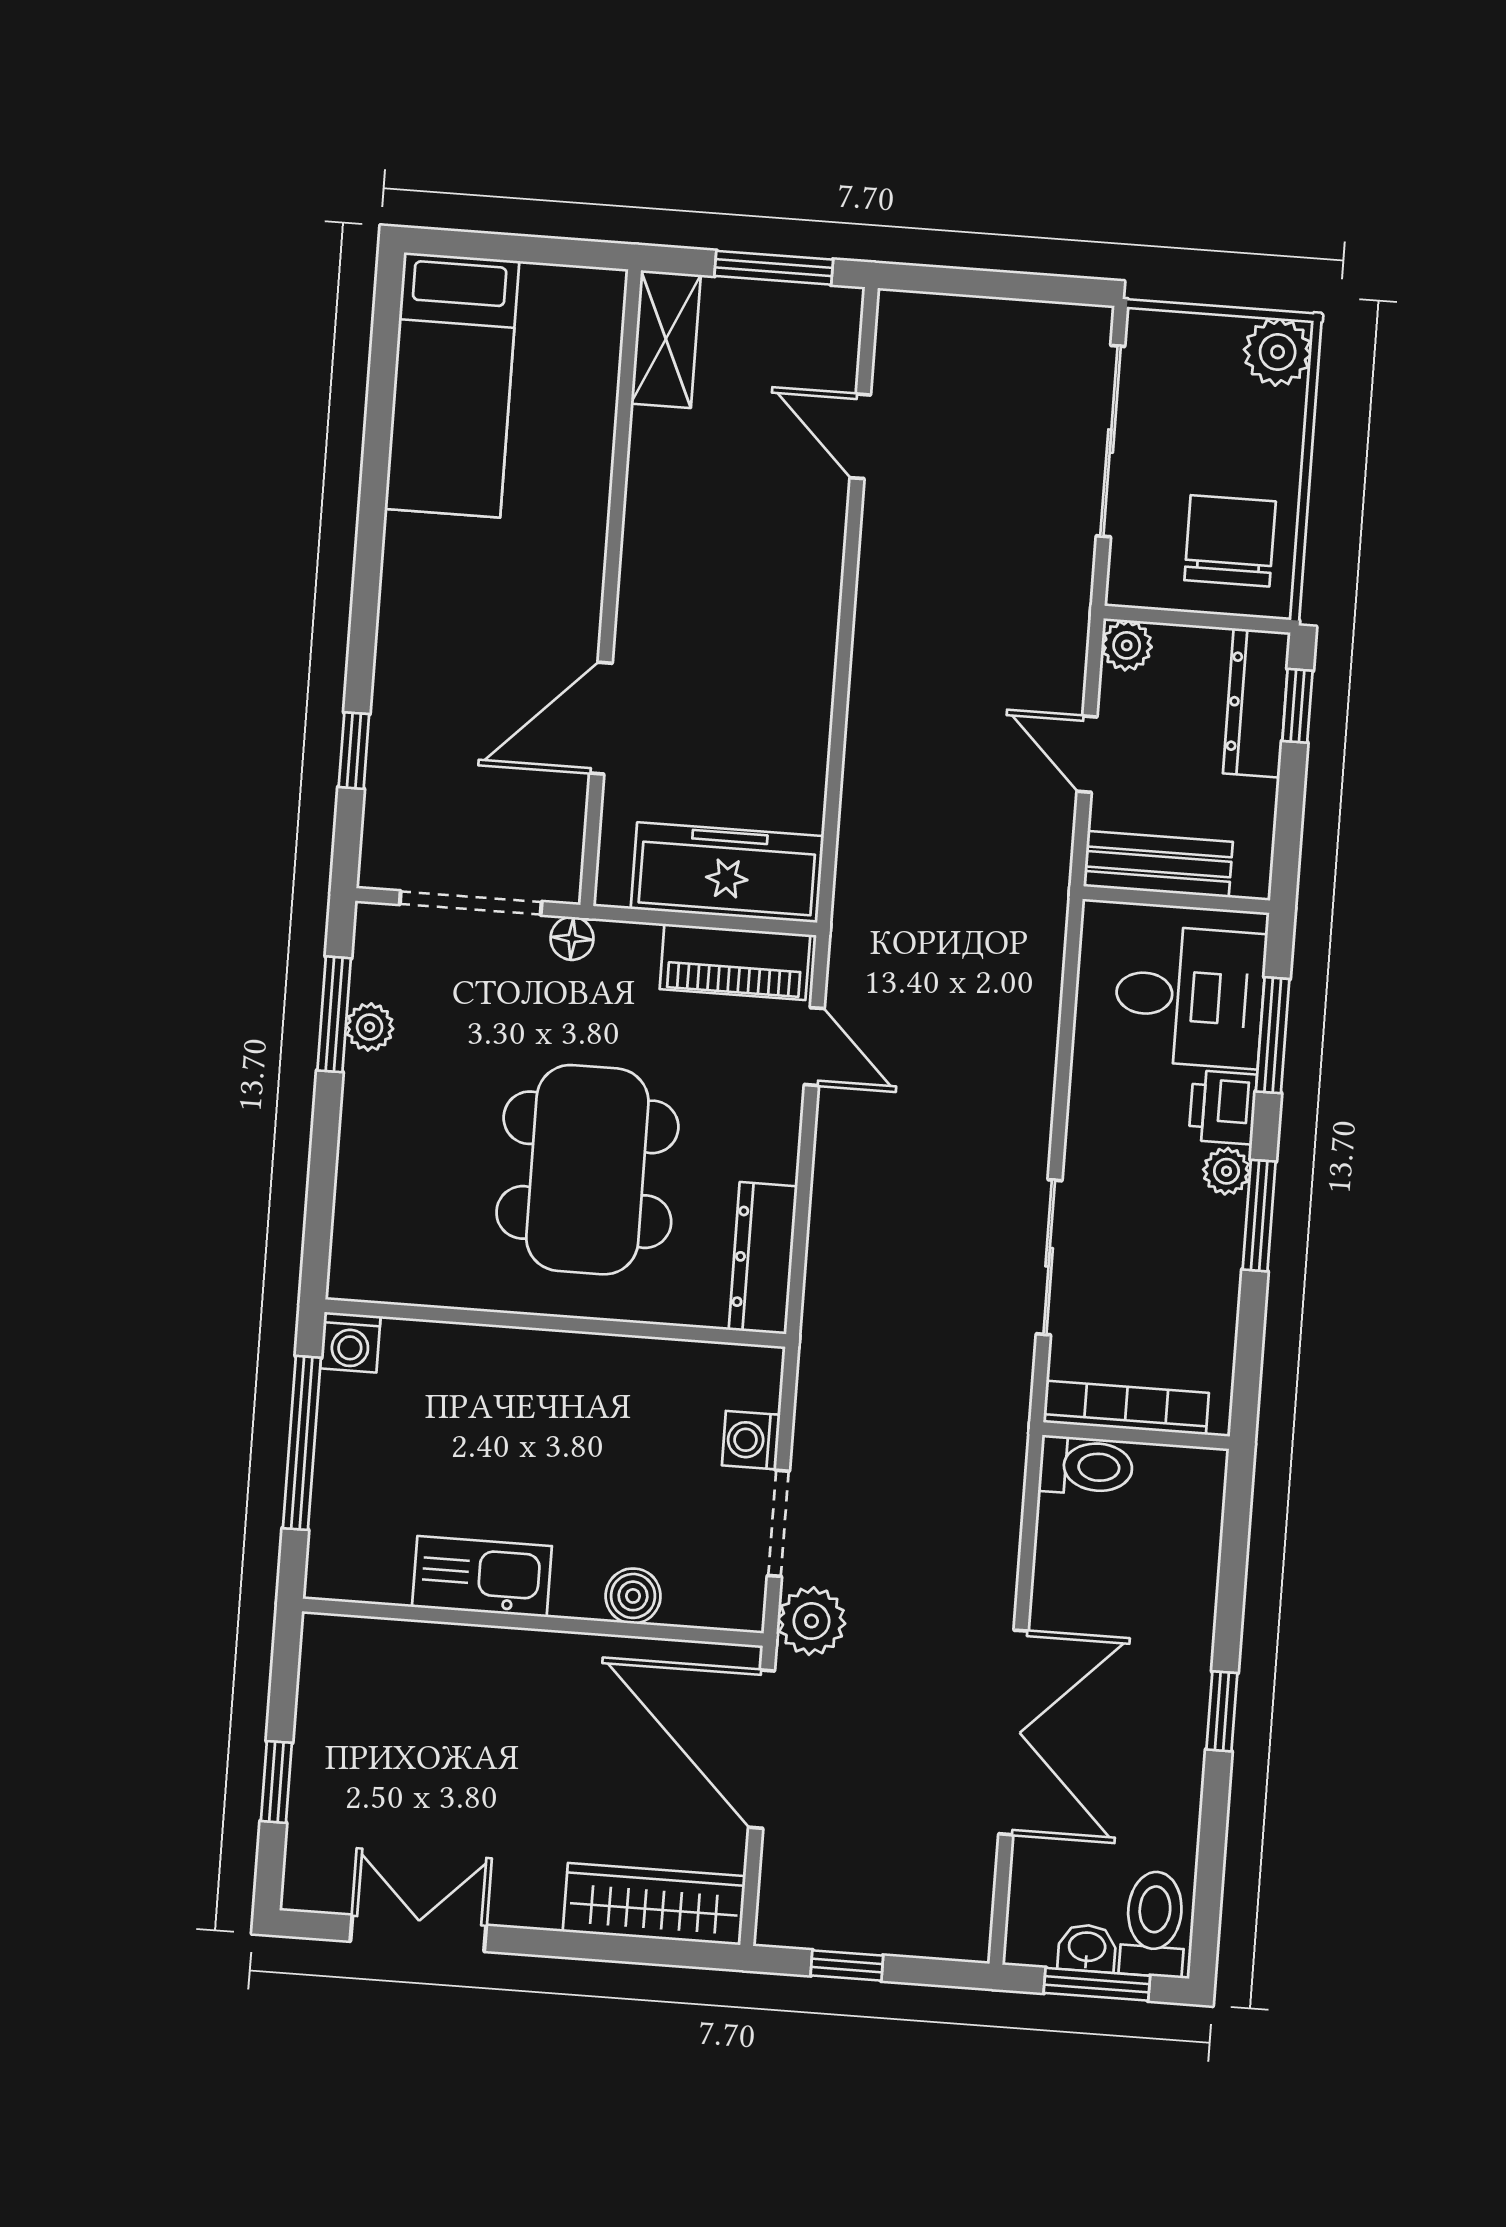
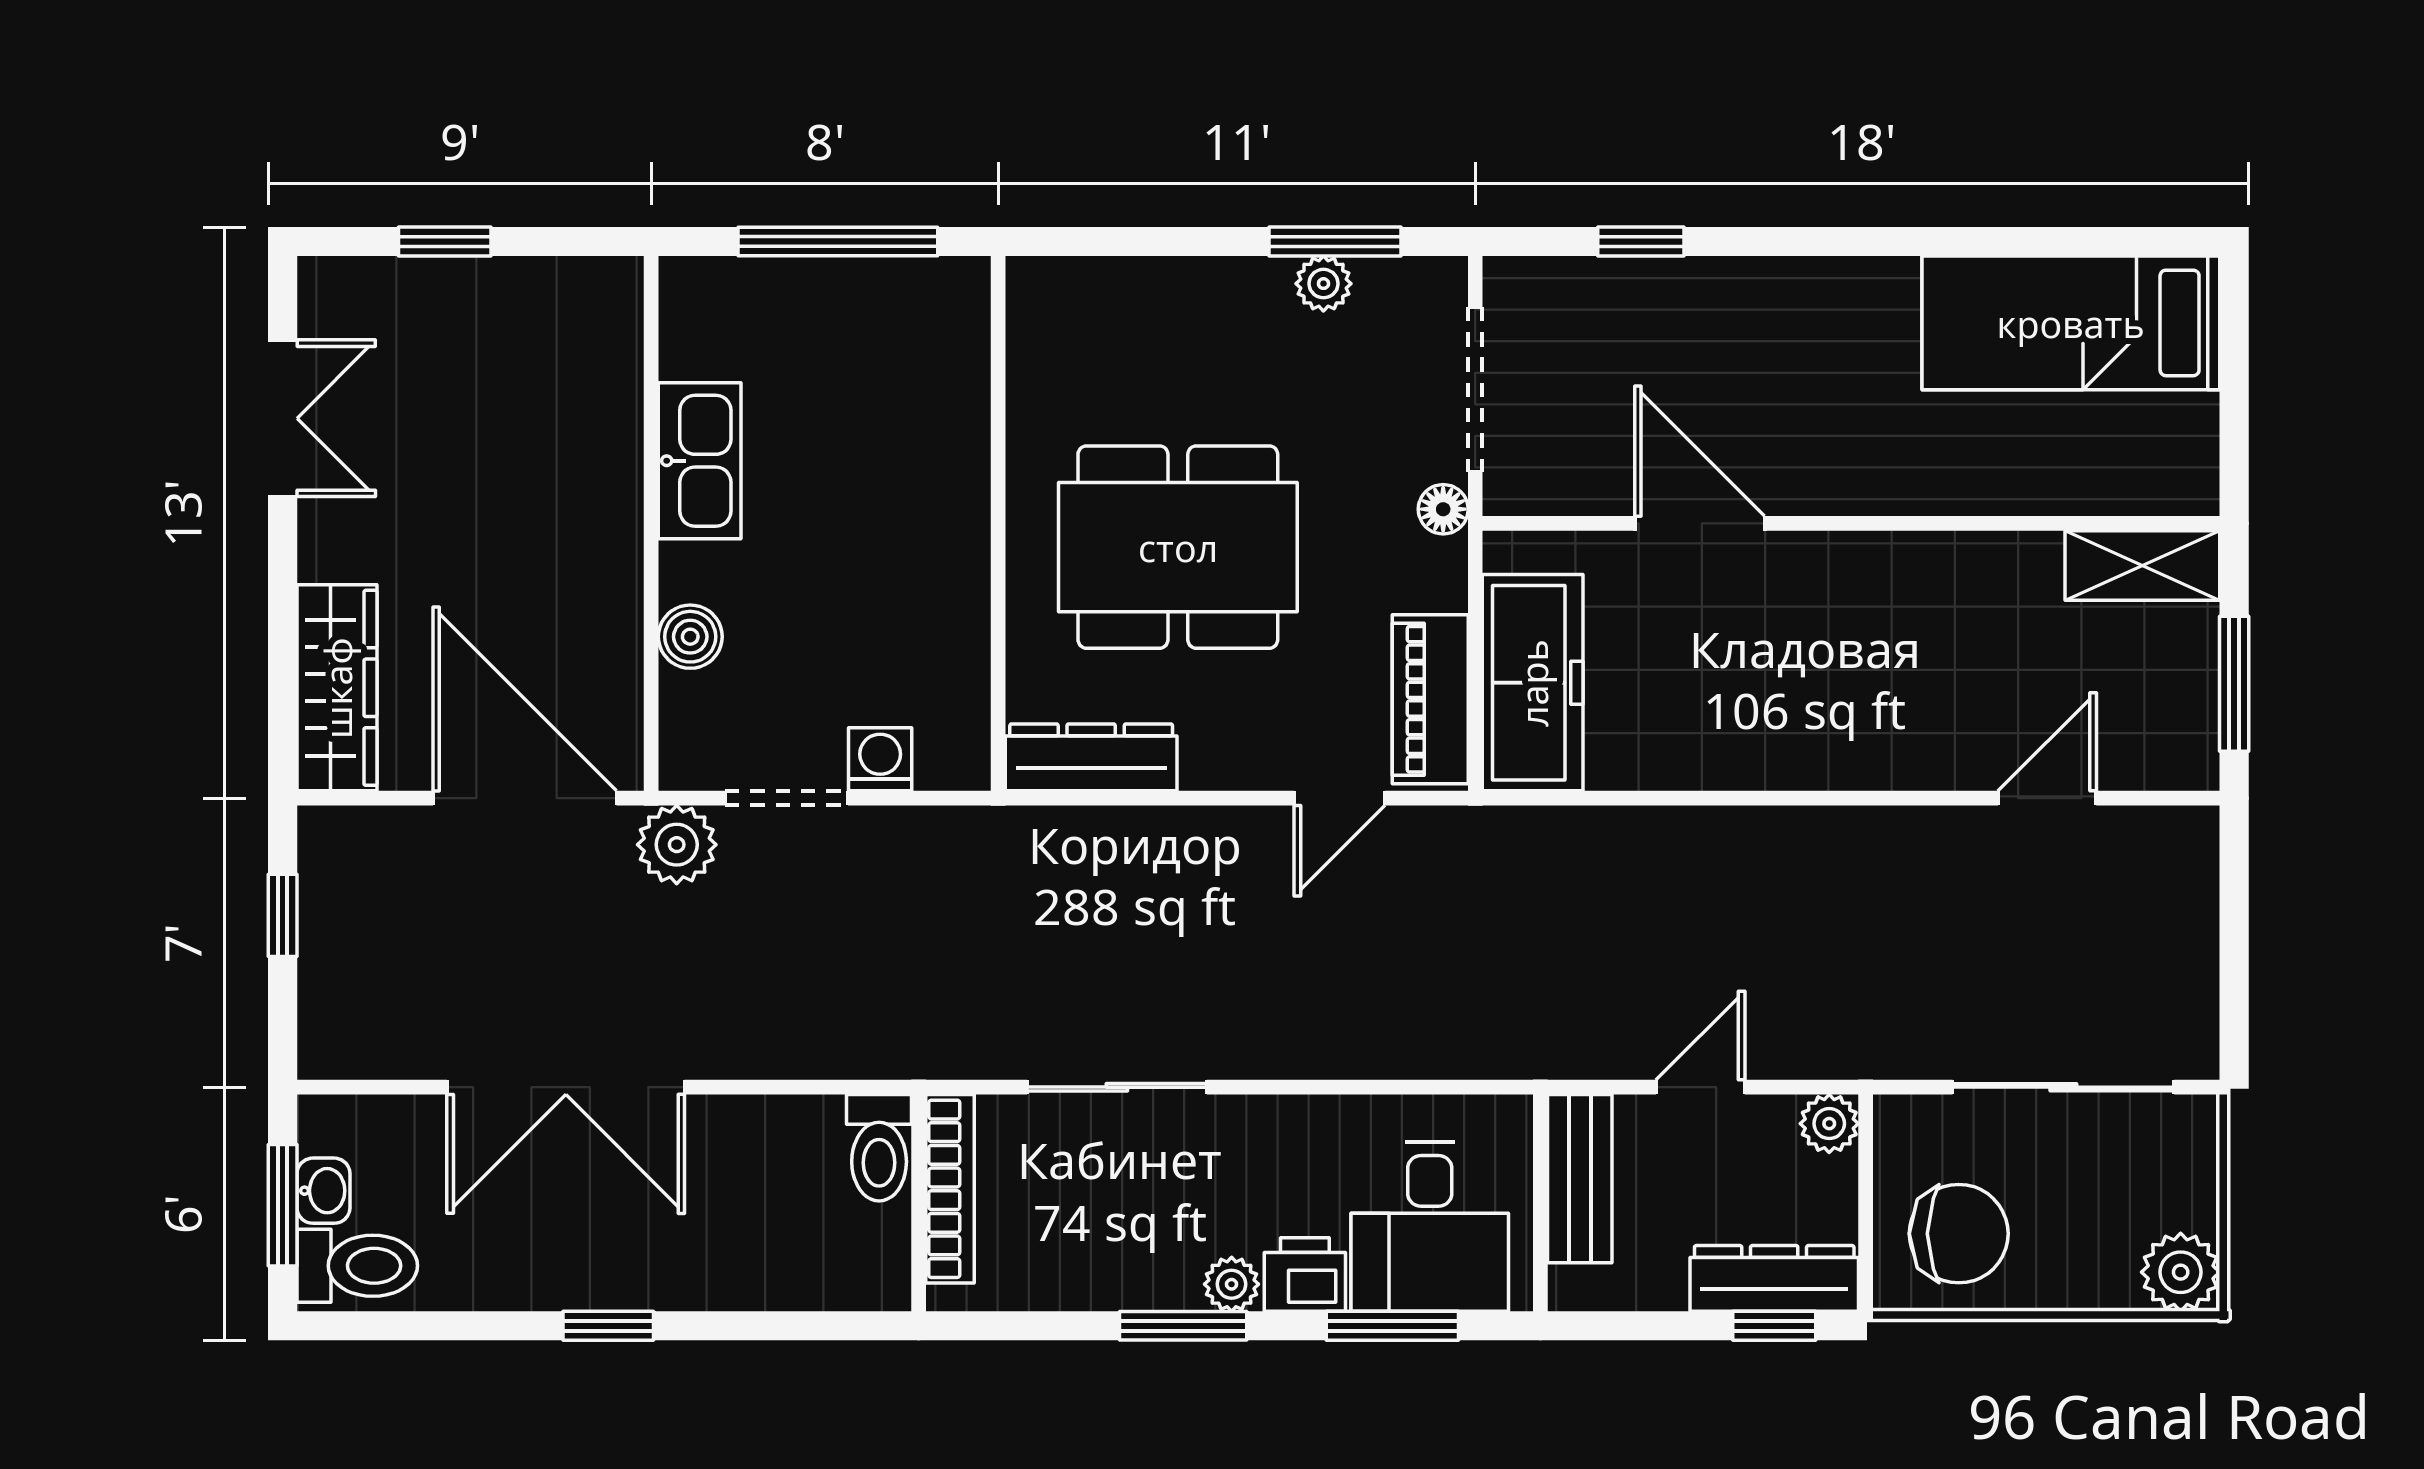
washing machine: (350, 1342) -> (958, 289), removed
door: (761, 1749) -> (525, 798), hinge flipped

